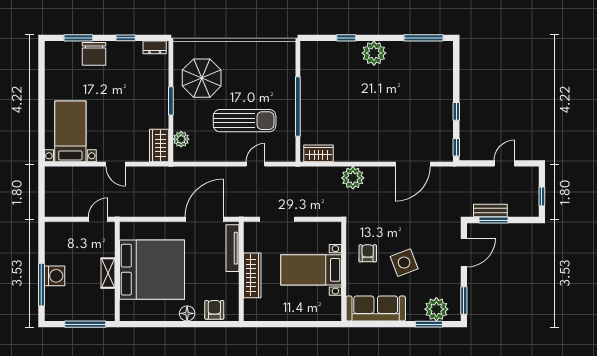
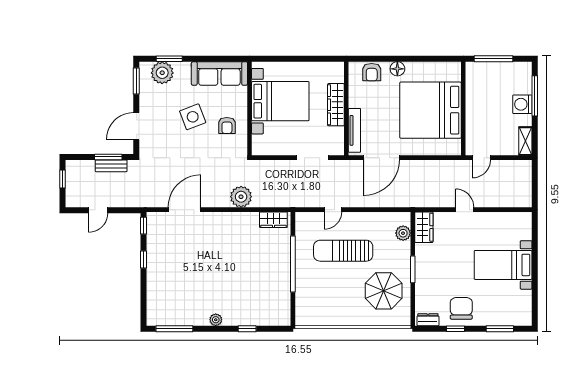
plant: (374, 53) -> (216, 320), width x0.53, depth x0.53
chair: (94, 54) -> (461, 308), moved
bed with nightstands: (70, 131) -> (503, 265), moved, turned 90
bed with nightstands: (311, 270) -> (280, 101), width x1.36
shelving: (108, 273) -> (525, 141), moved

